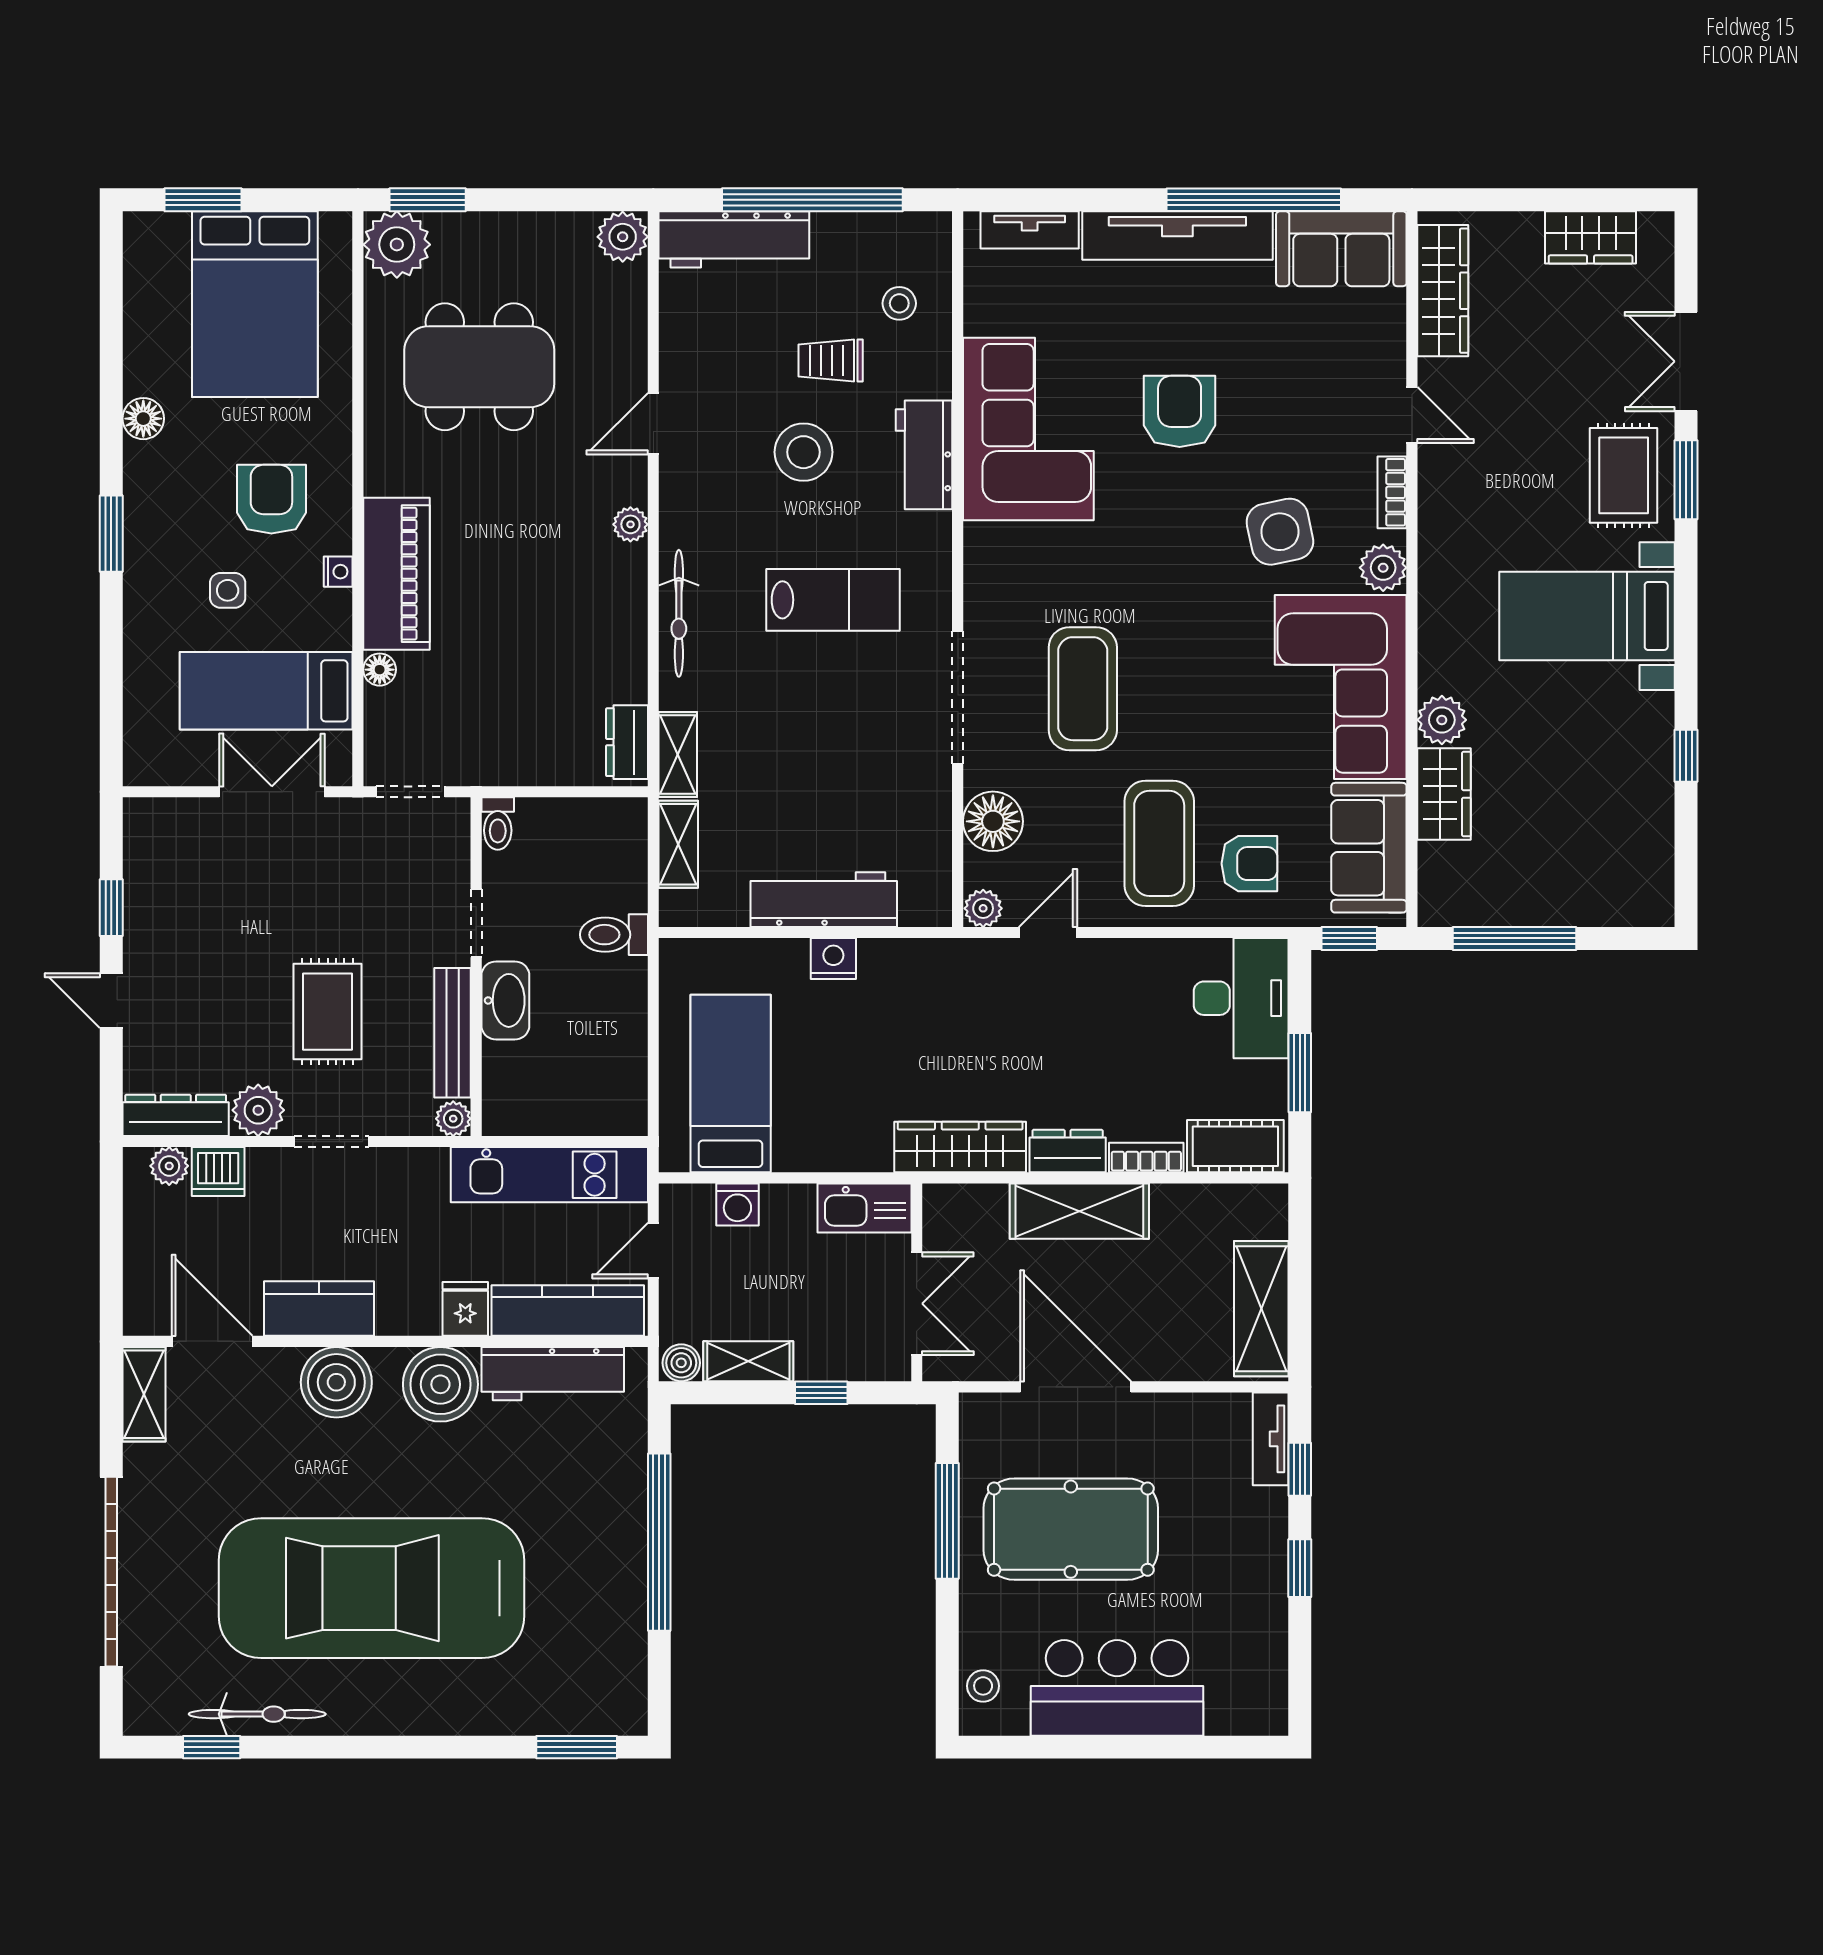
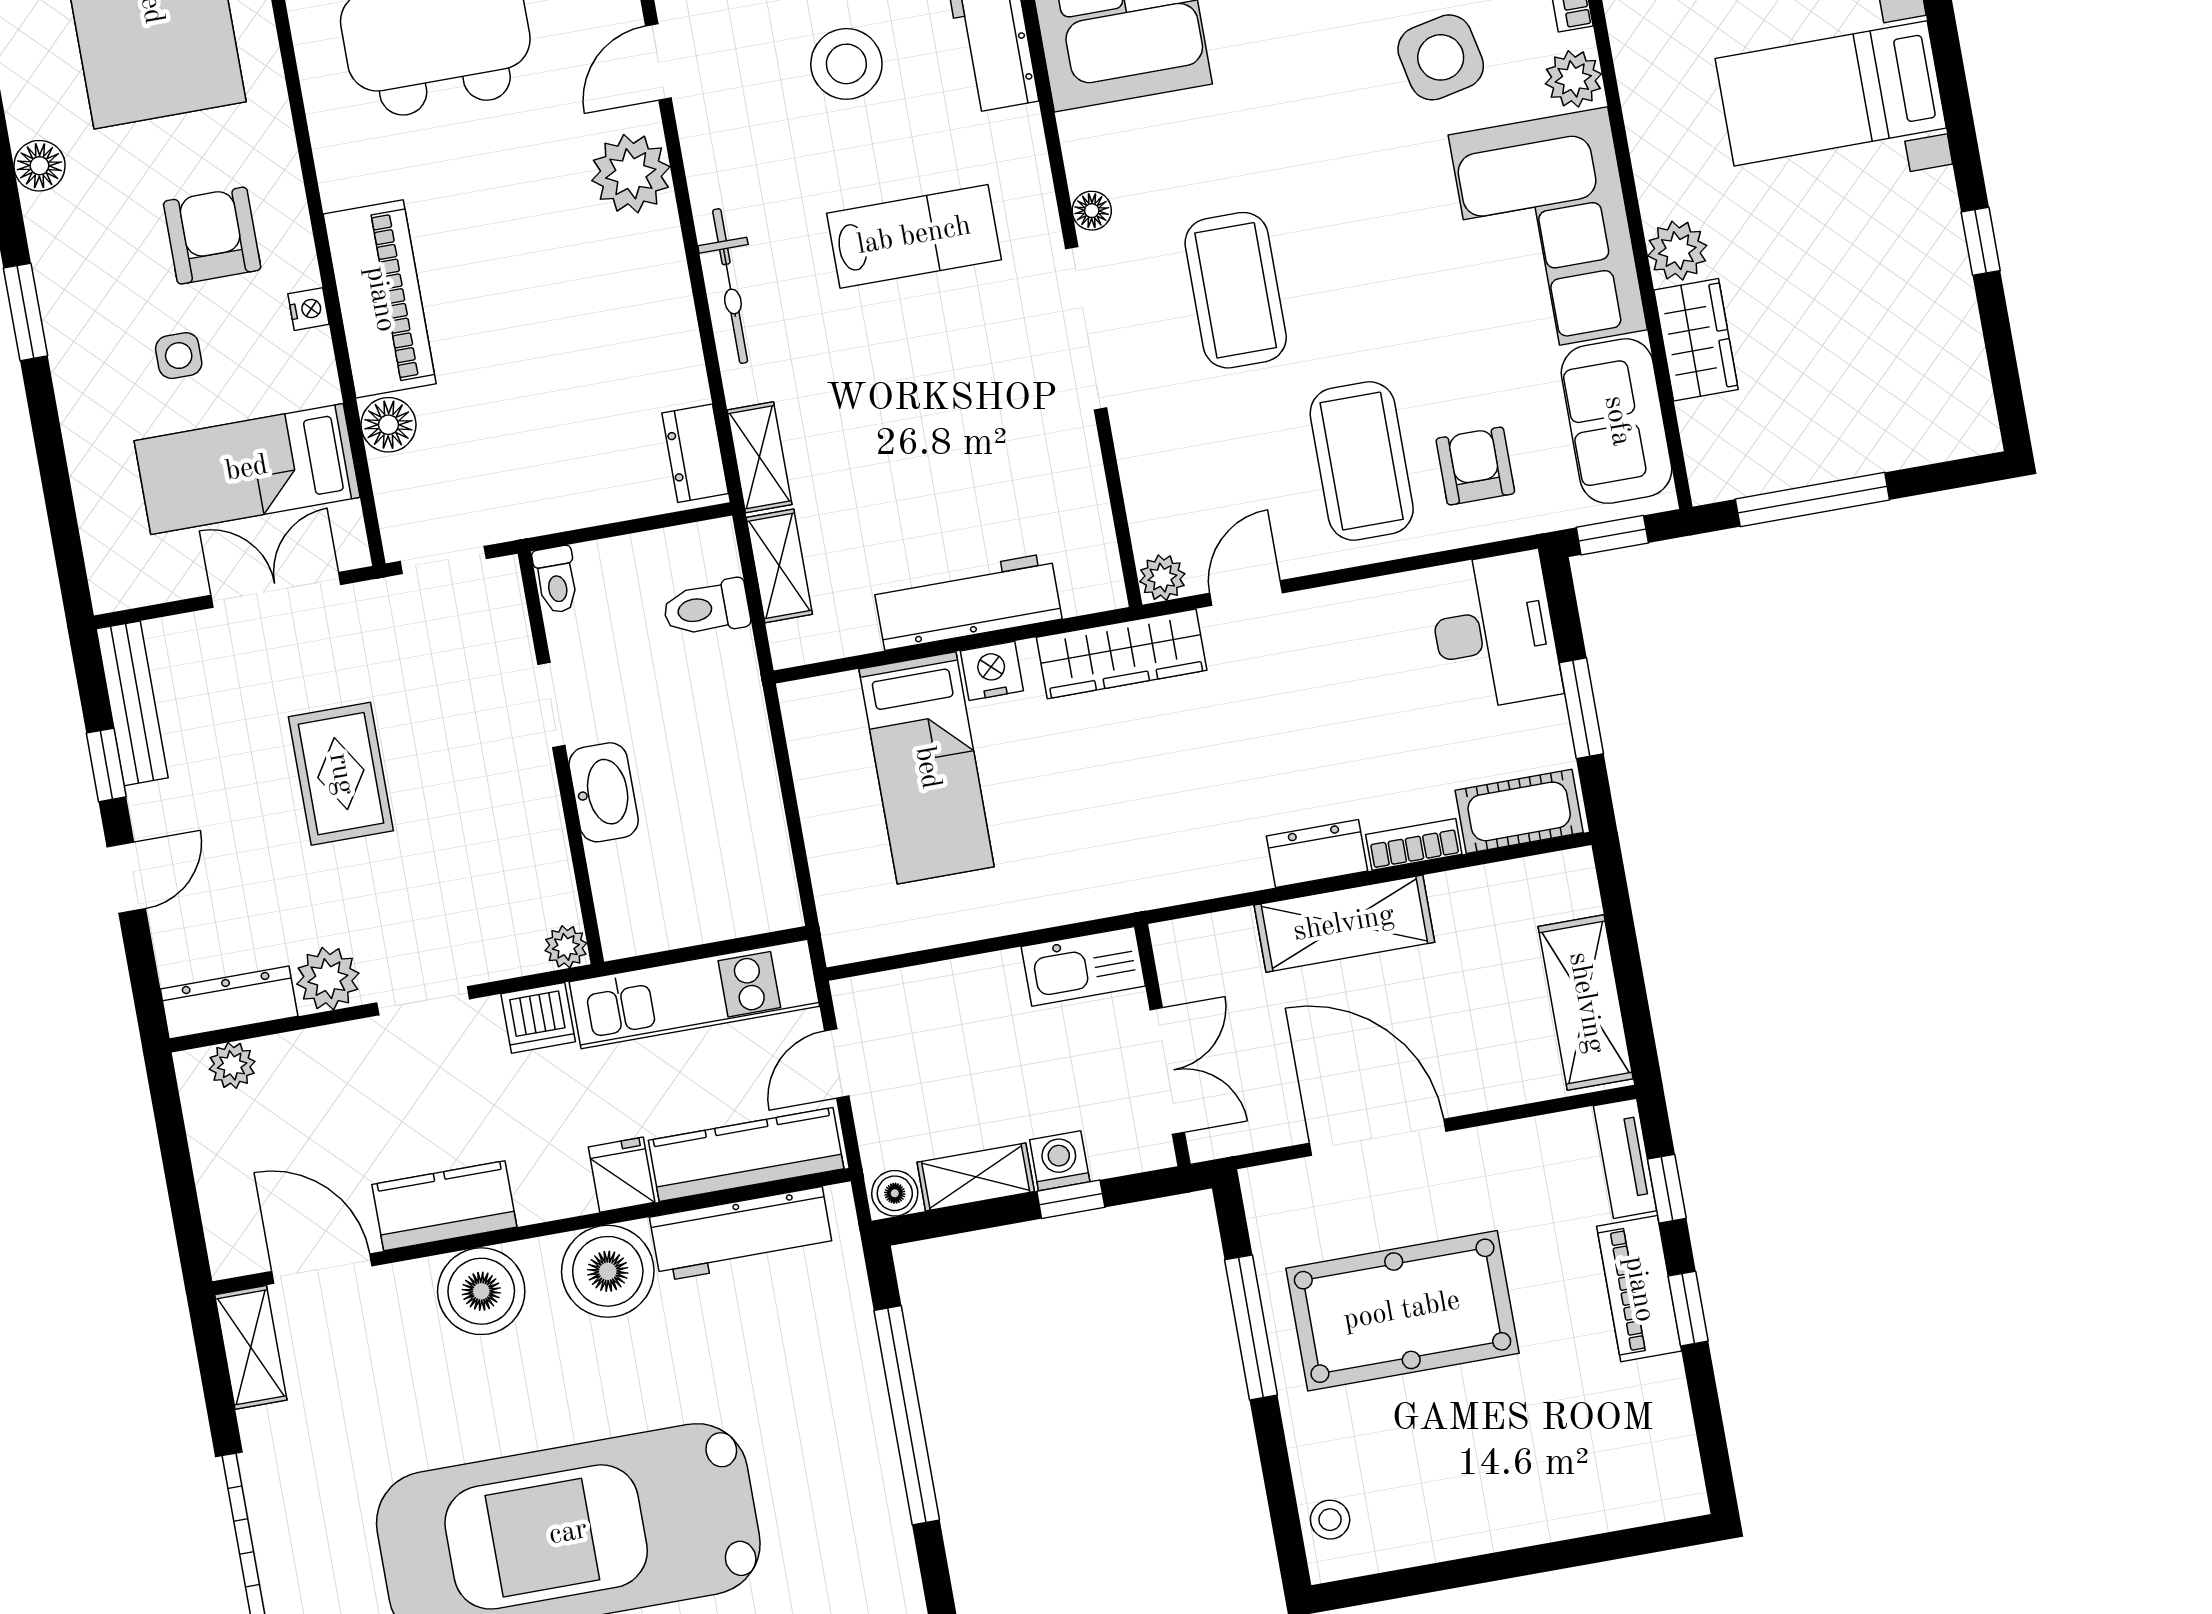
plant: (630, 524) -> (631, 174), width x1.87, depth x1.87
floor lamp: (380, 670) -> (388, 425), width x1.37, depth x1.37
floor lamp: (993, 821) -> (1092, 211), moved, width x0.53, depth x0.53
armchair: (1249, 864) -> (1475, 466), turned -90
toilet: (614, 935) -> (706, 608), moved
door: (111, 1001) -> (126, 878), swing flipped
rug: (328, 1012) -> (341, 774), moved
bench: (452, 1033) -> (132, 703), moved
bed: (731, 1084) -> (927, 768), moved, turned 180
wardrobe: (960, 1147) -> (1122, 654), moved, turned 180
dishwasher: (218, 1172) -> (538, 1018), moved
washing machine: (737, 1204) -> (1060, 1161), moved, turned 180
piano: (1263, 1545) -> (1639, 1289), added
bar counter: (1117, 1688) -> (1493, 1493), removed

